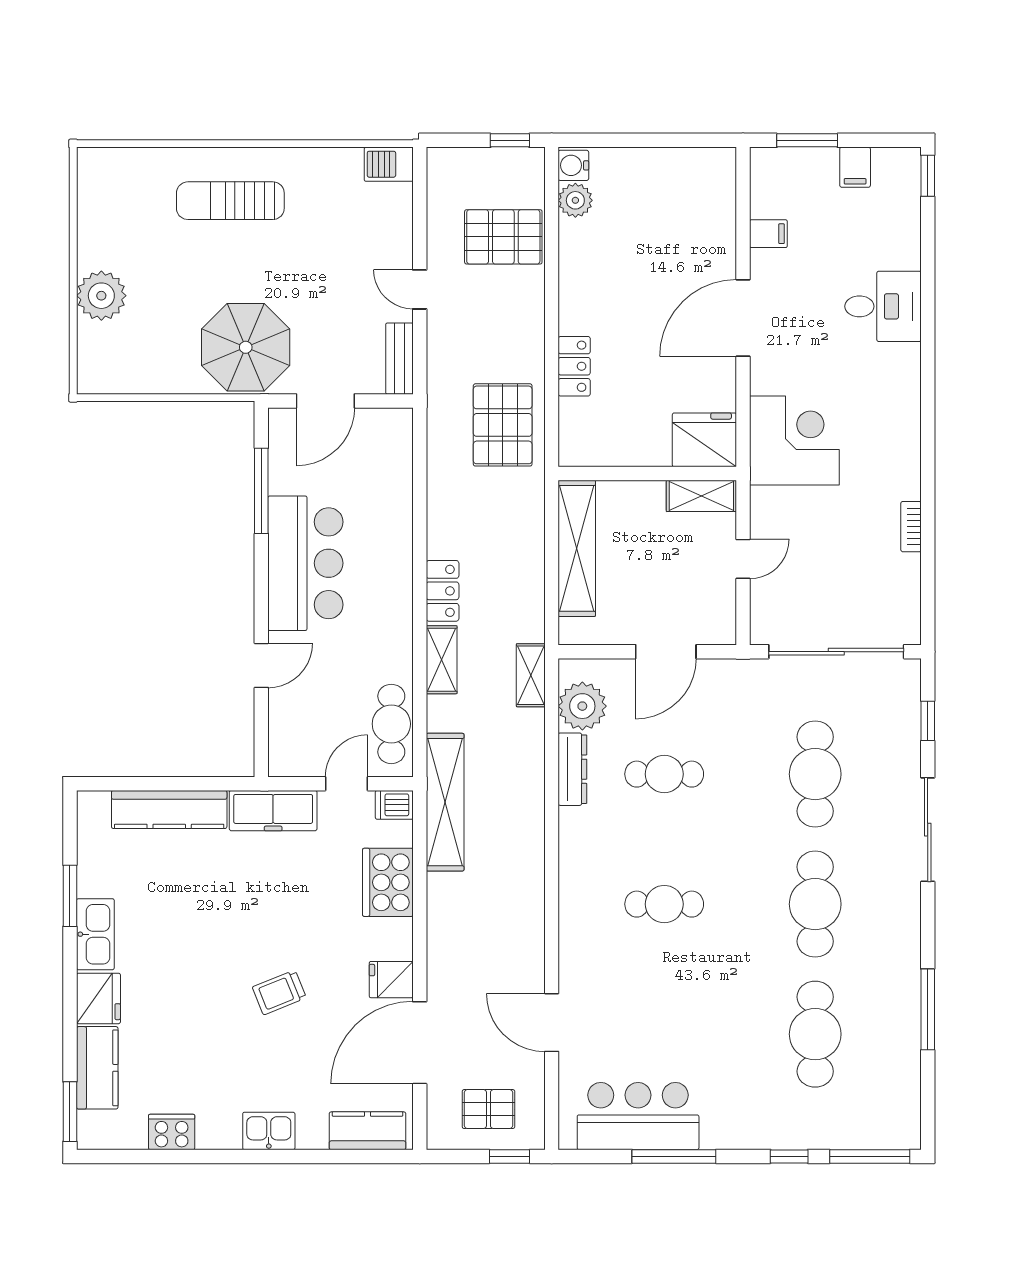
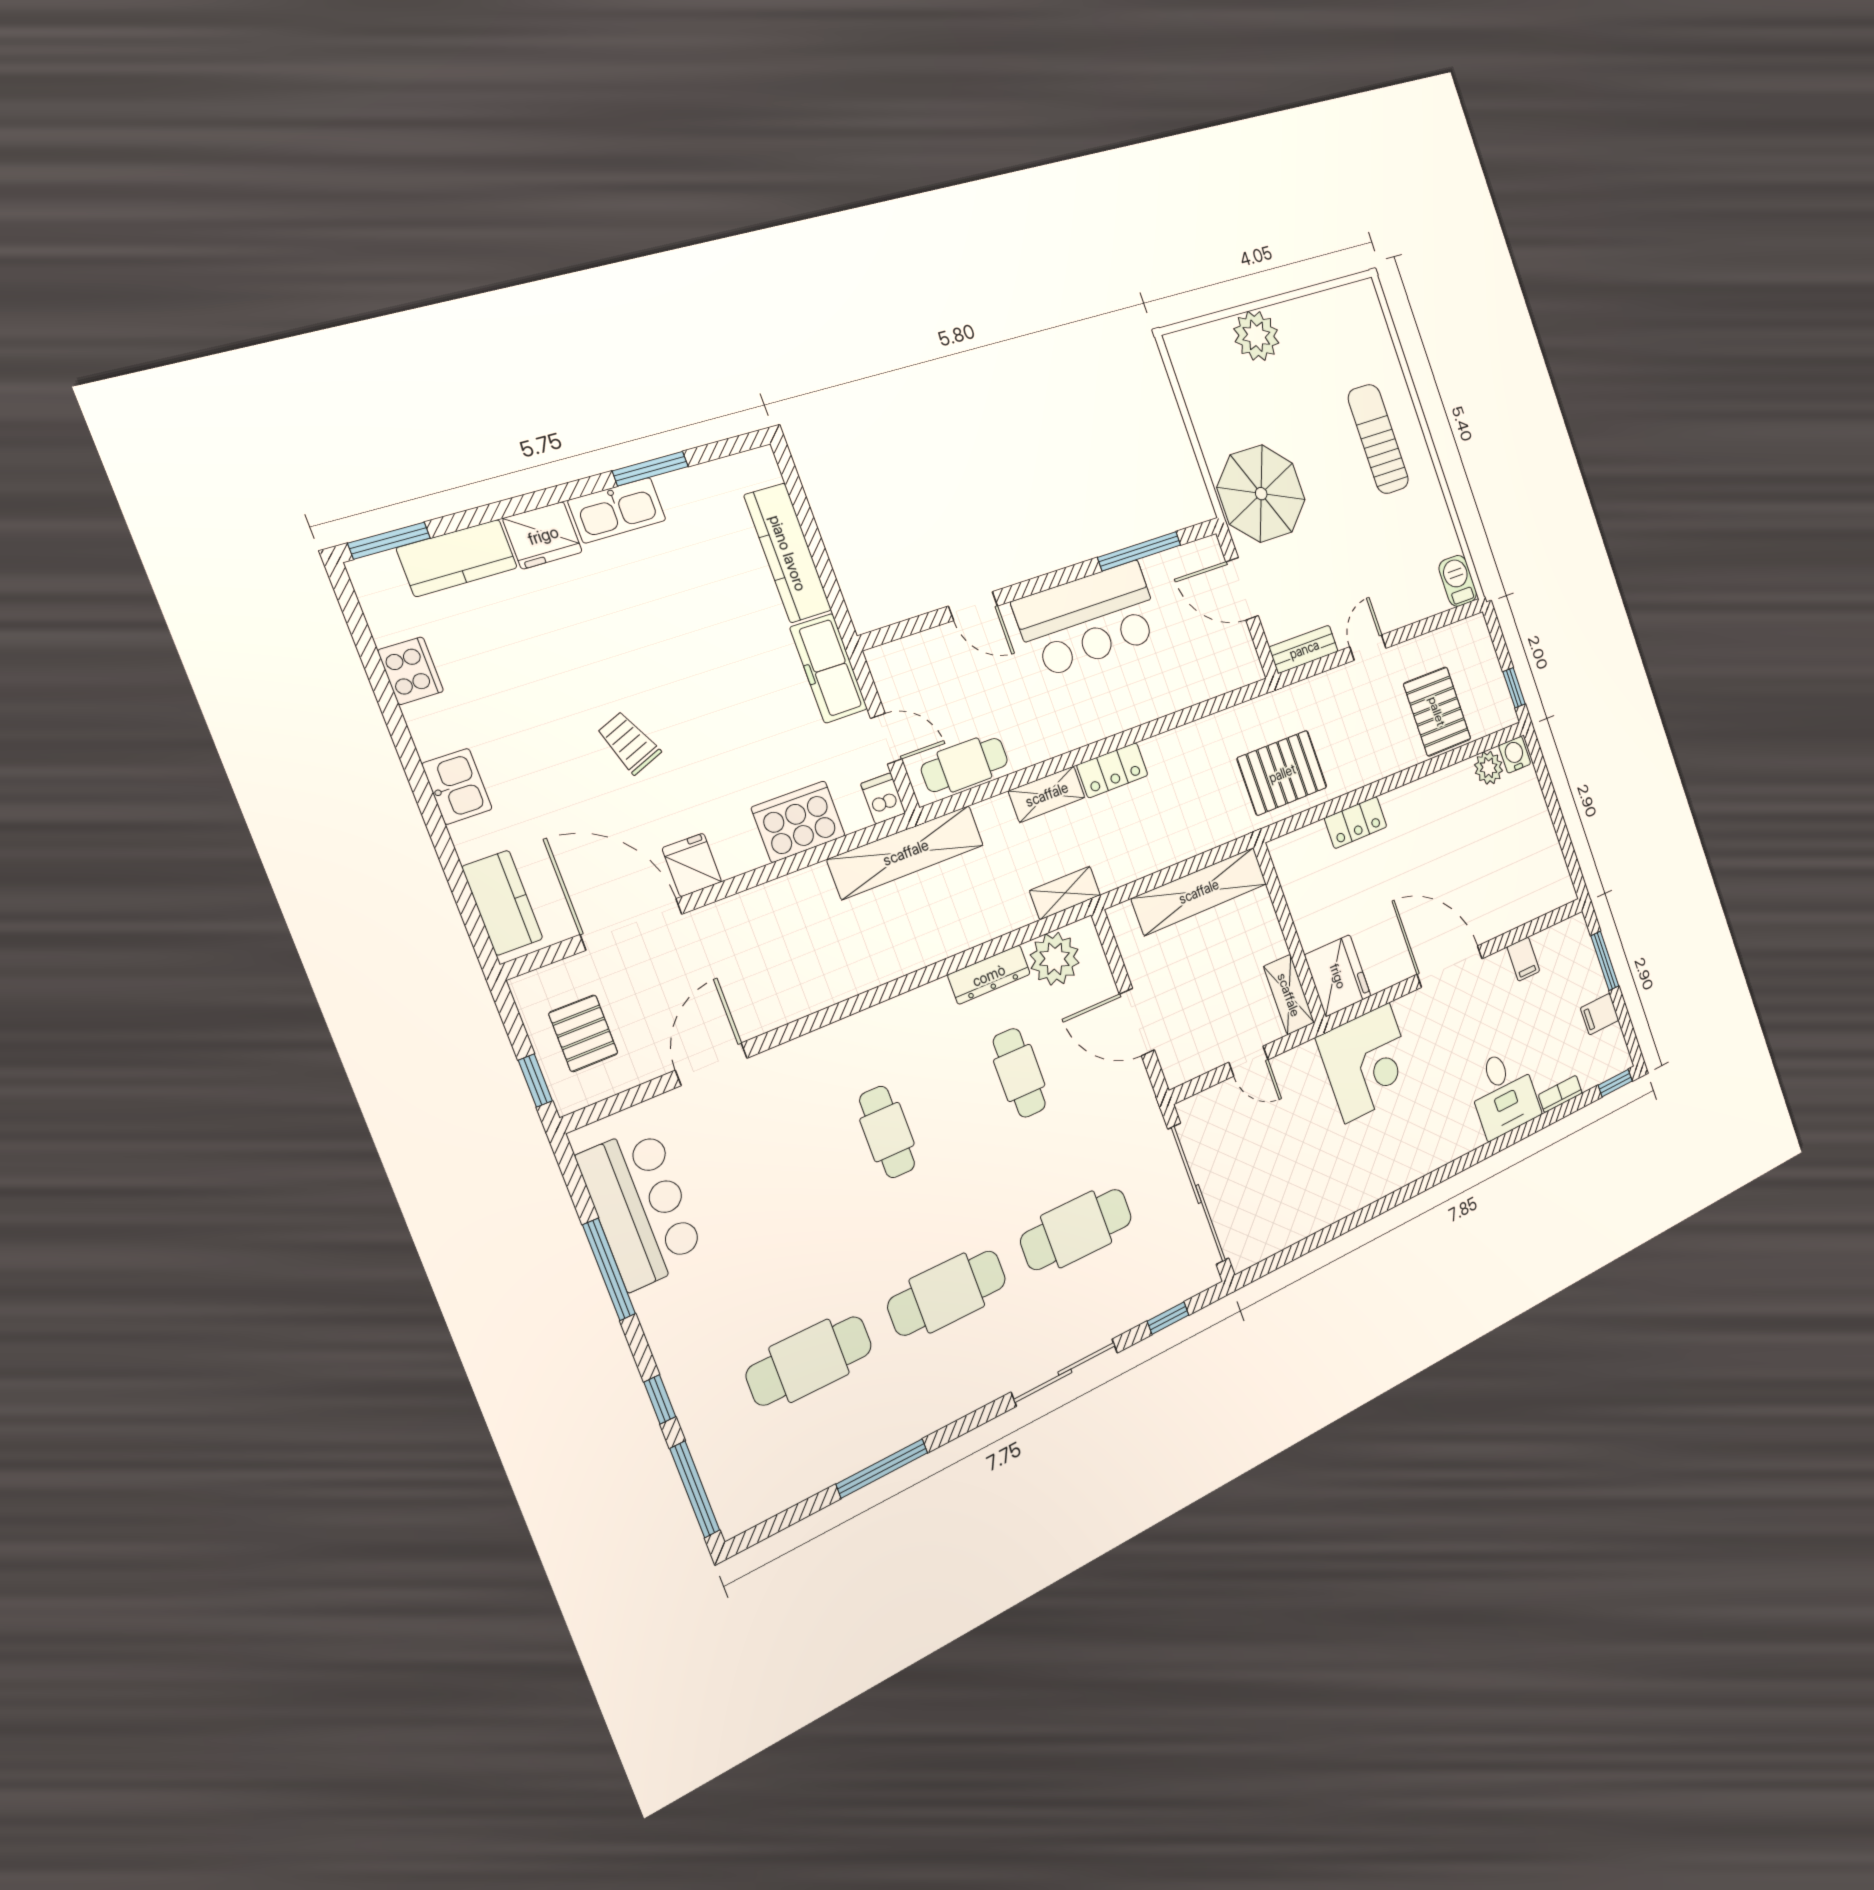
bookcase: (911, 527) -> (1560, 1094), moved

